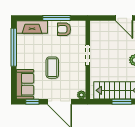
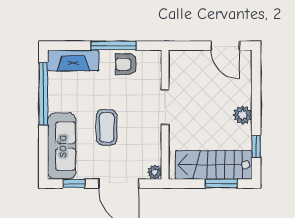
sofa: (25, 84) -> (62, 146), width x1.36

